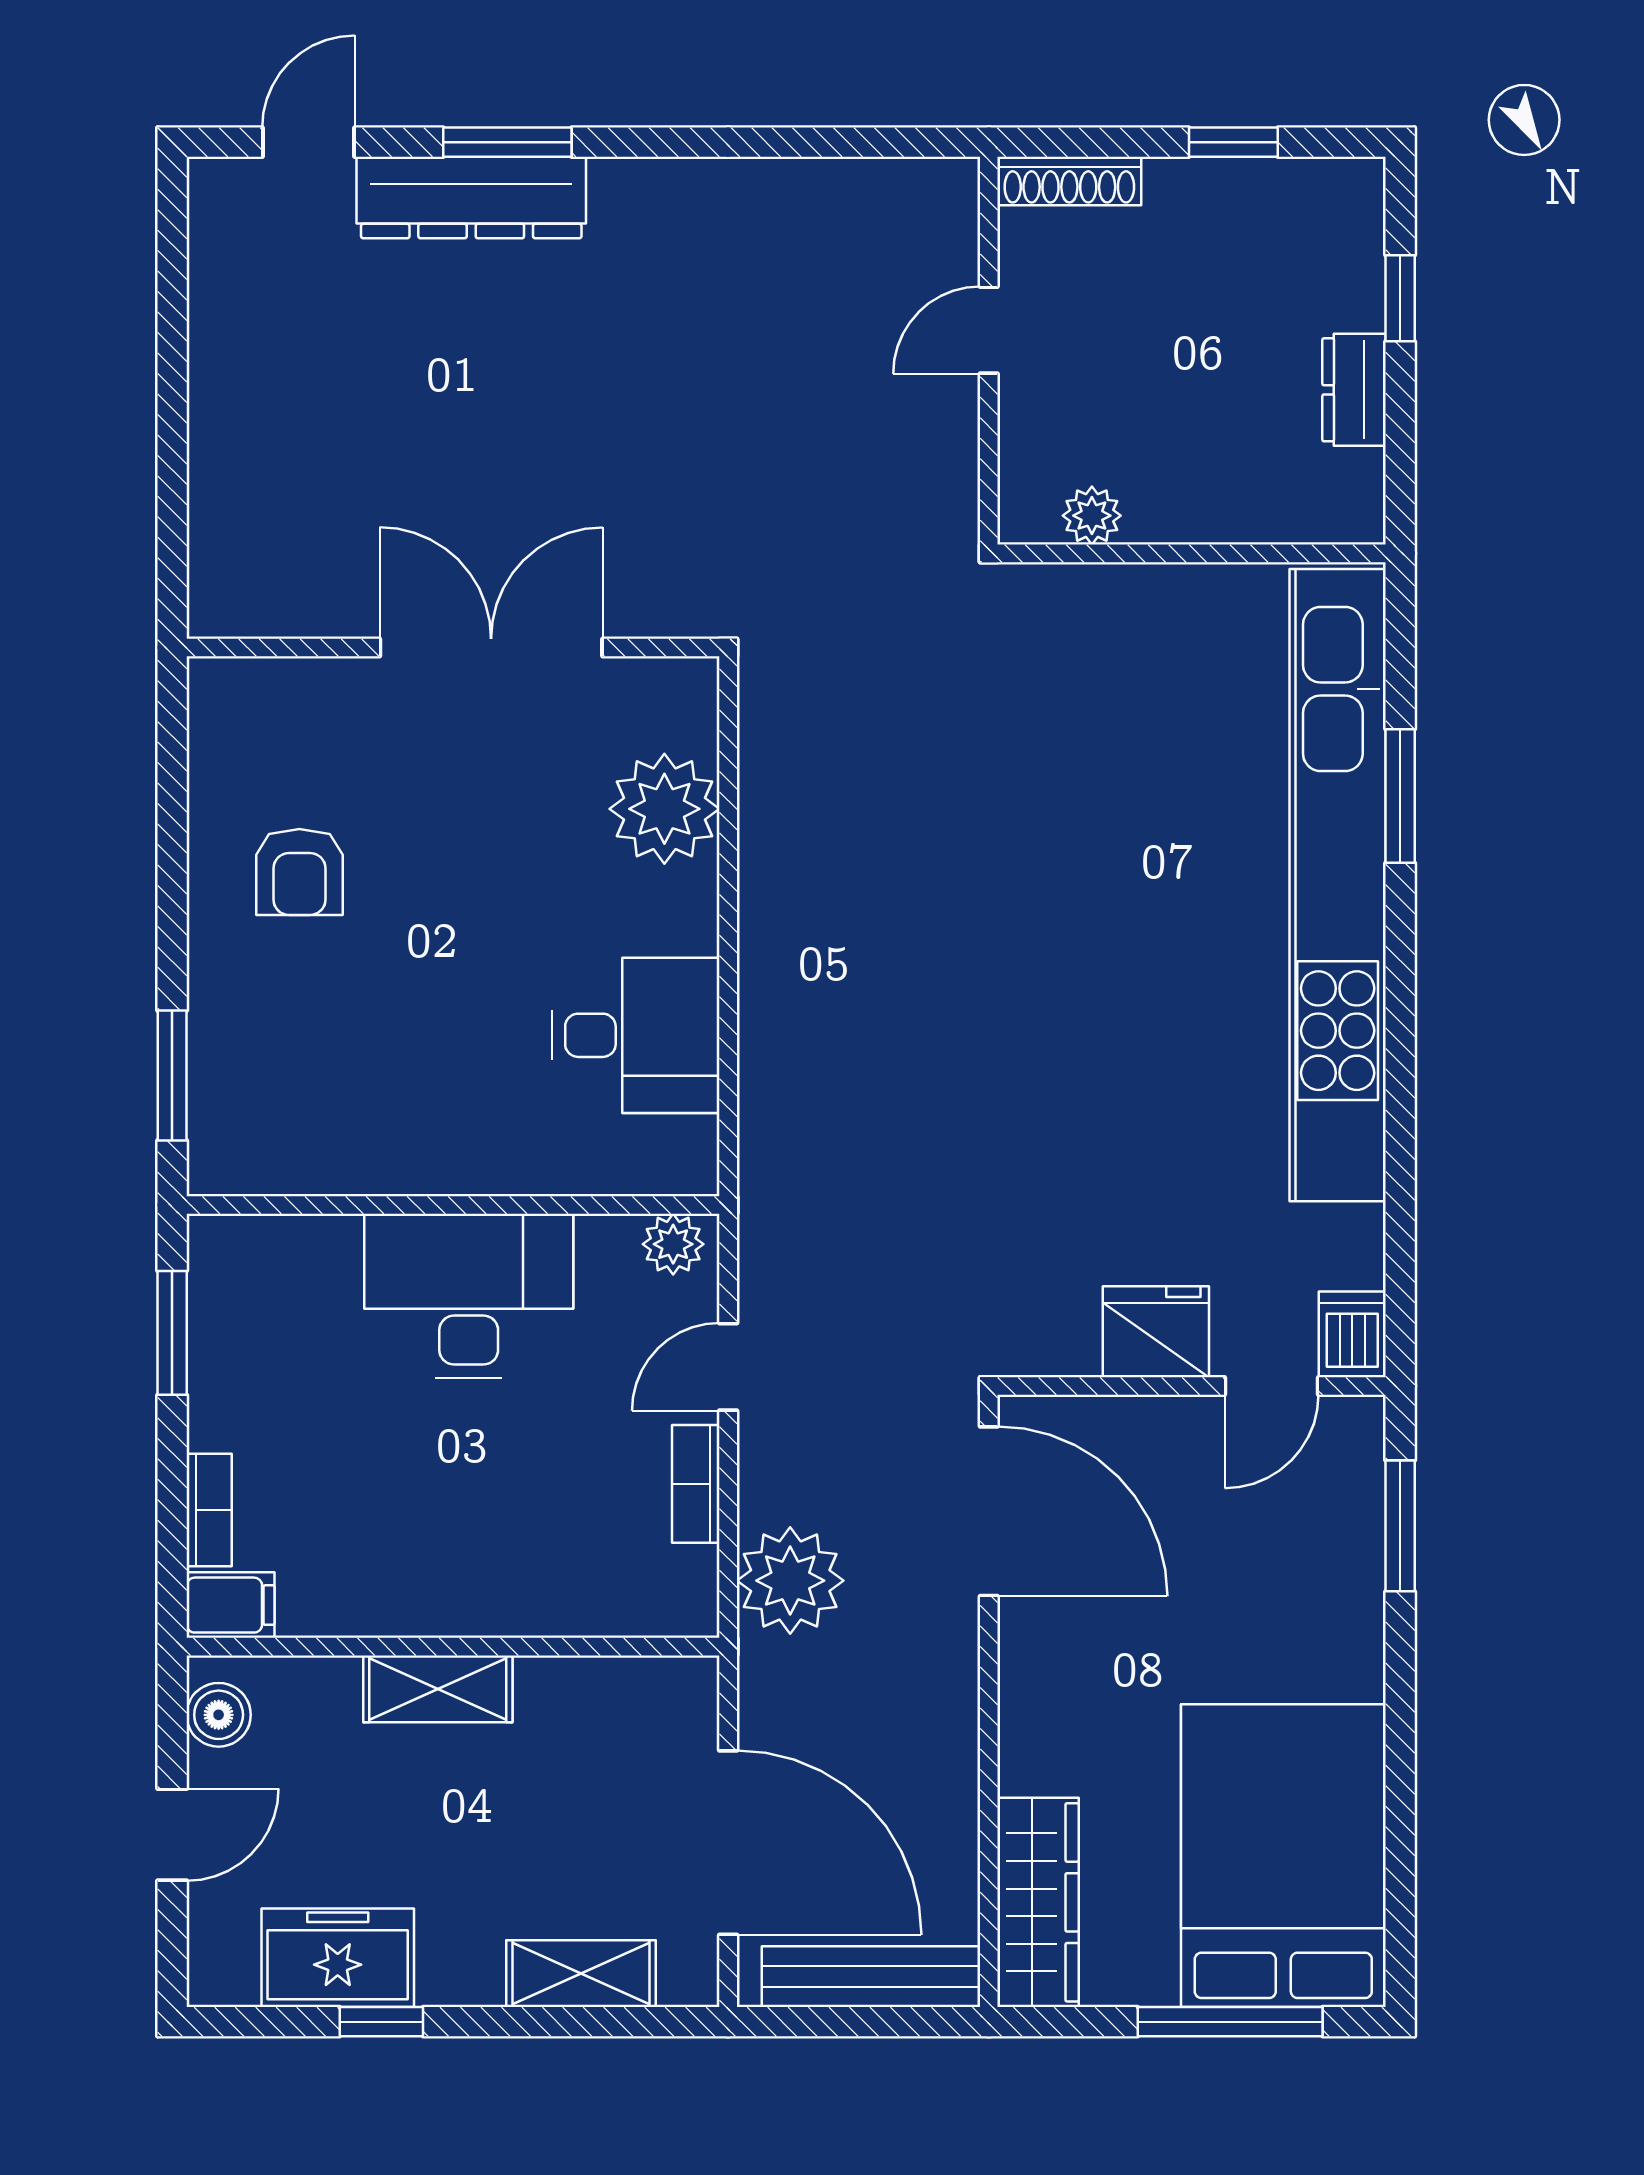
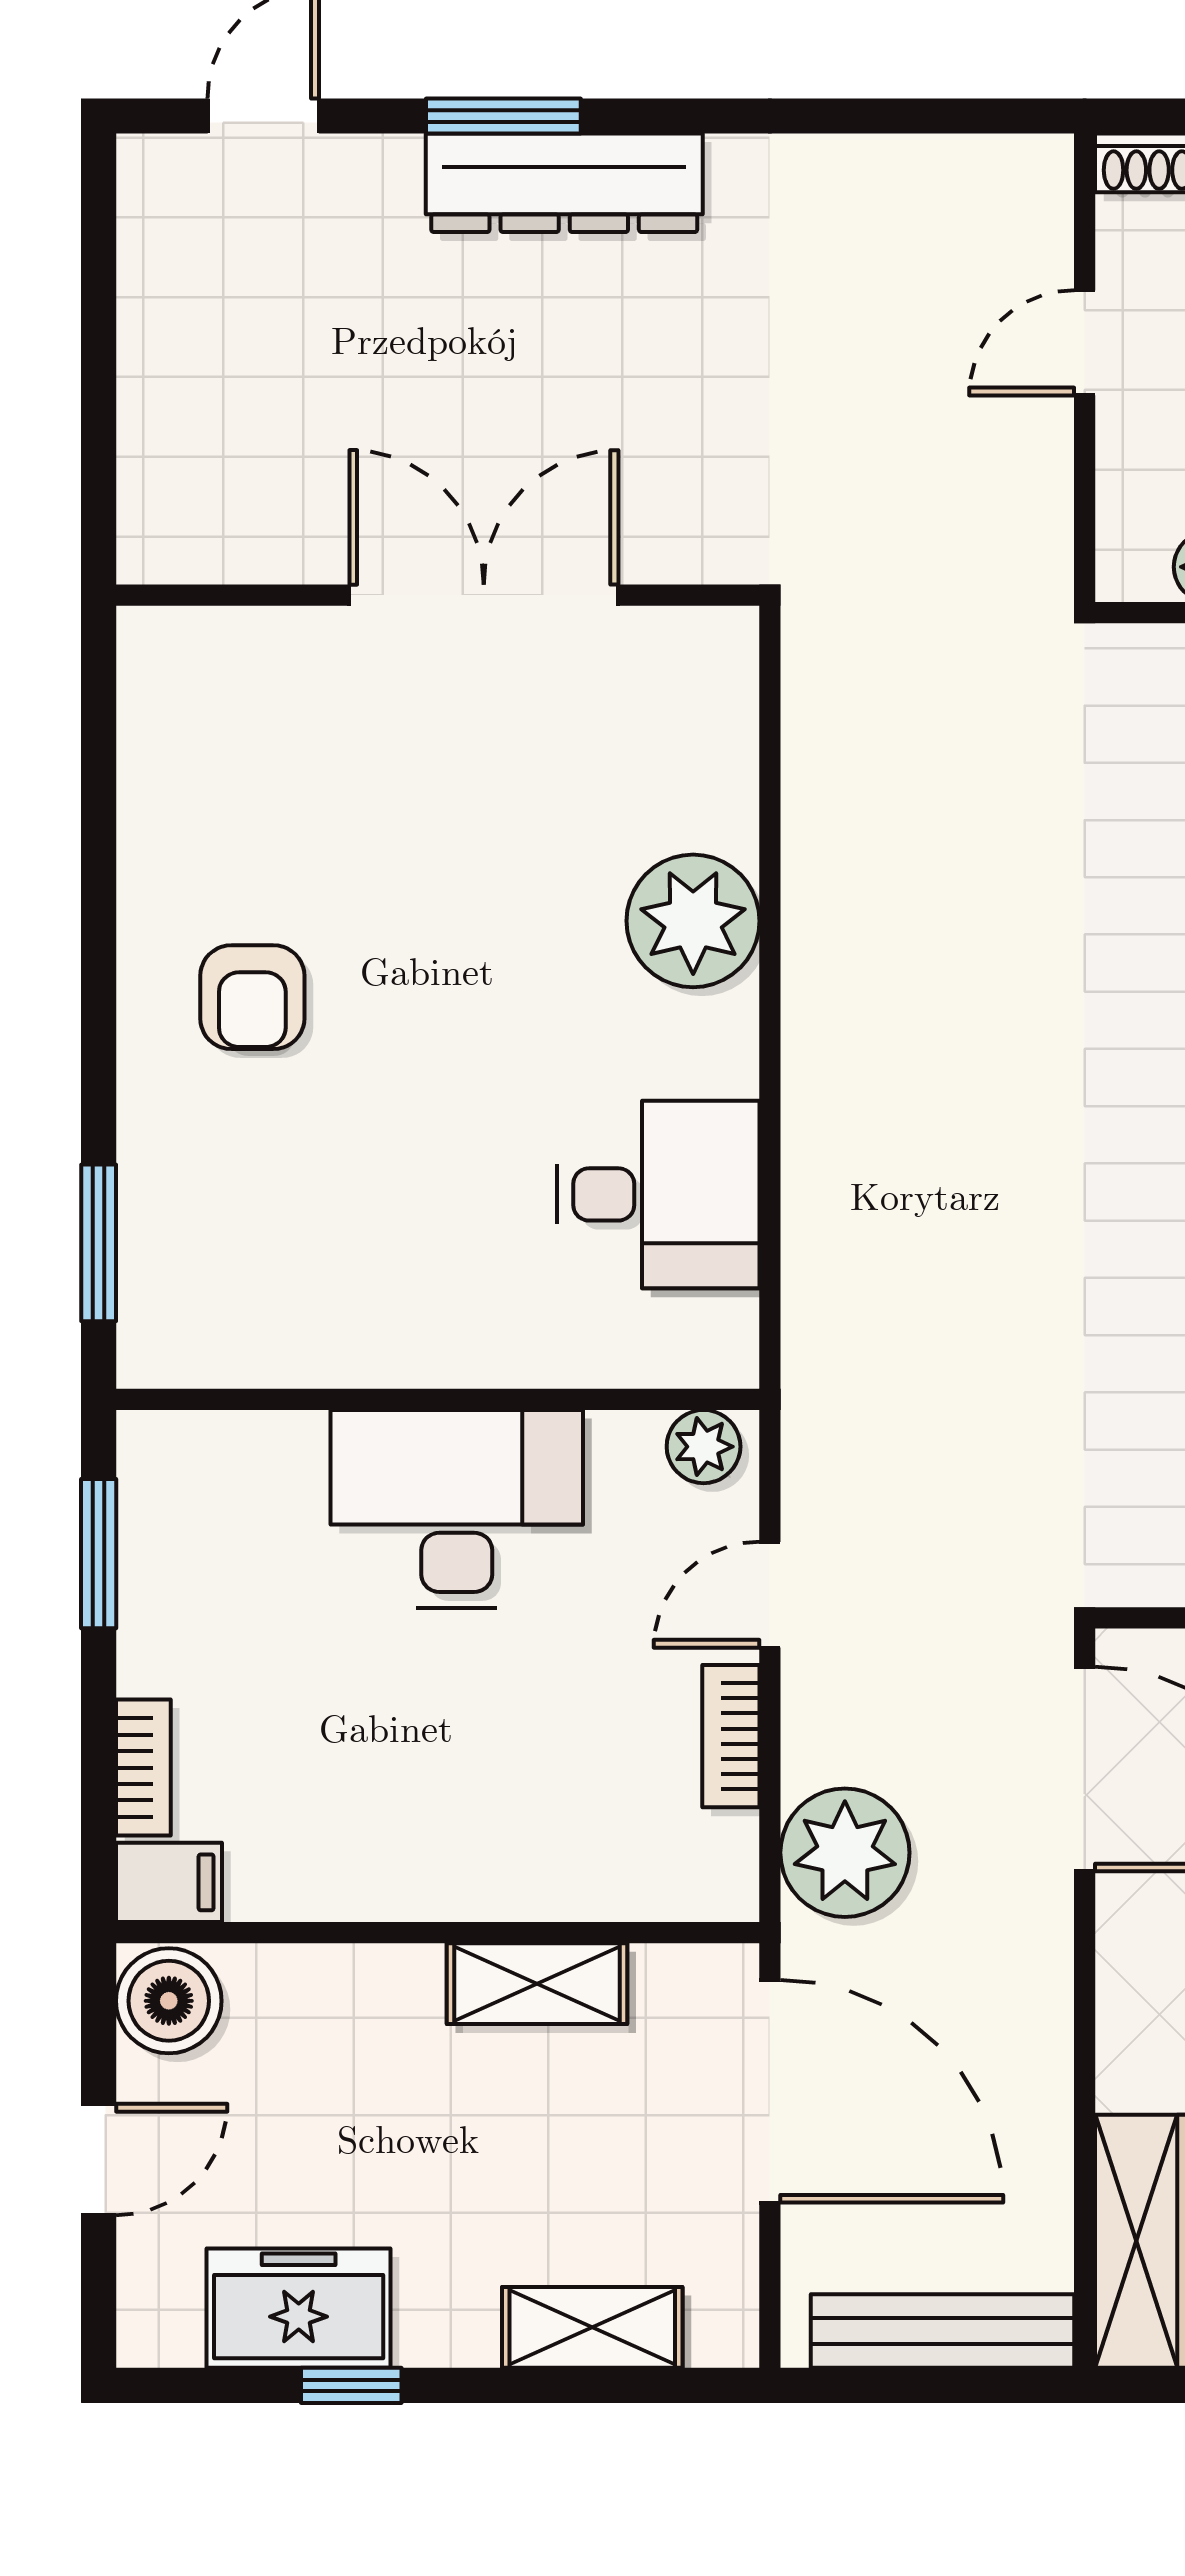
dresser: (471, 197) -> (564, 183), moved
wall: (453, 647) -> (438, 595), moved
double door: (491, 647) -> (484, 595), moved
shelving: (438, 1689) -> (537, 1984), moved
boiler: (219, 1715) -> (169, 2001), width x1.36, depth x1.36
door: (728, 1843) -> (770, 2091), moved

